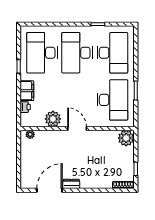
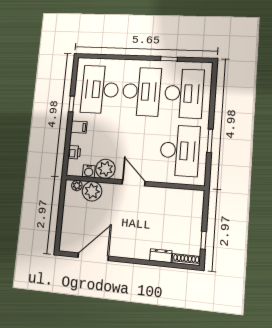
desk: (77, 53) -> (141, 91), turned 180
filing cabinet: (27, 91) -> (79, 127), width x0.50
water cooler: (39, 122) -> (89, 171), added
plant: (126, 138) -> (92, 191), moved
dresser: (71, 184) -> (161, 256), moved

